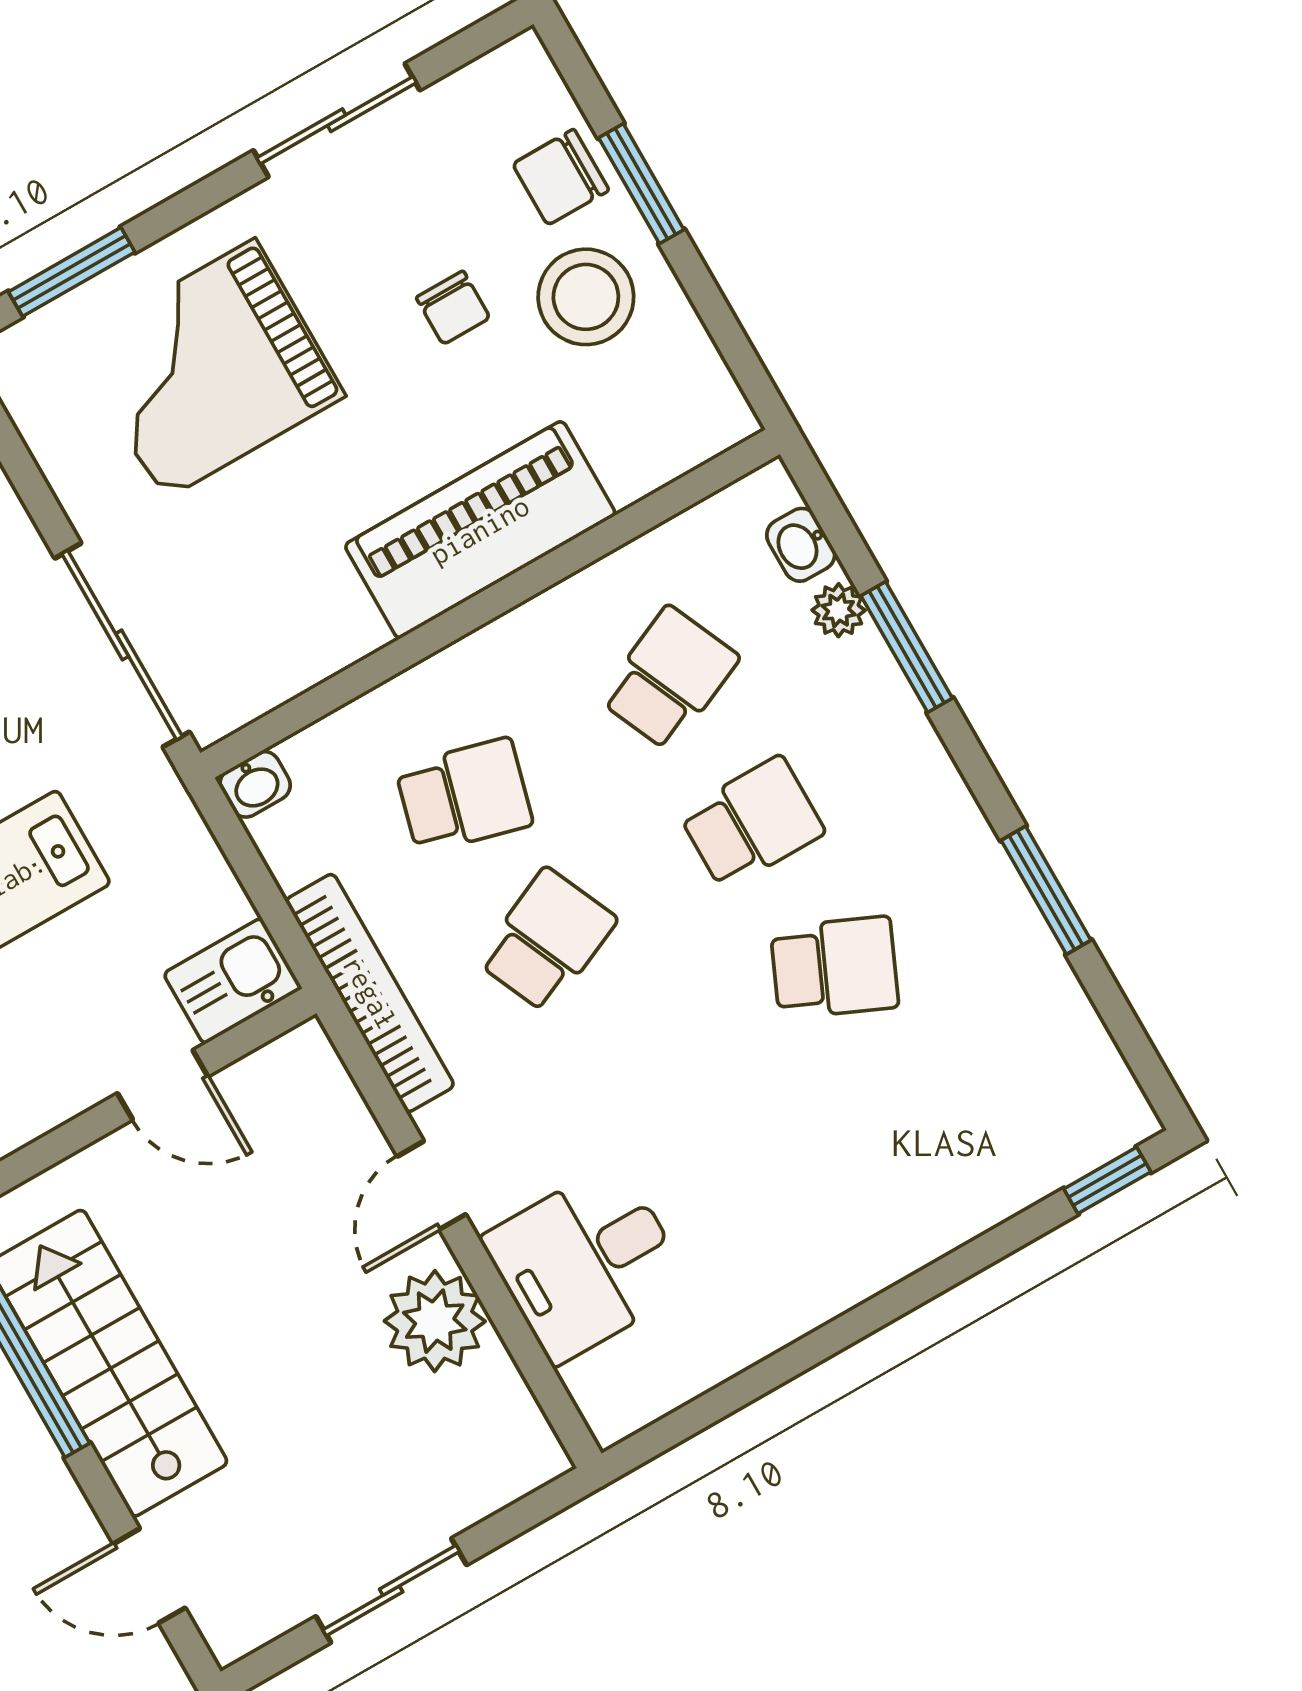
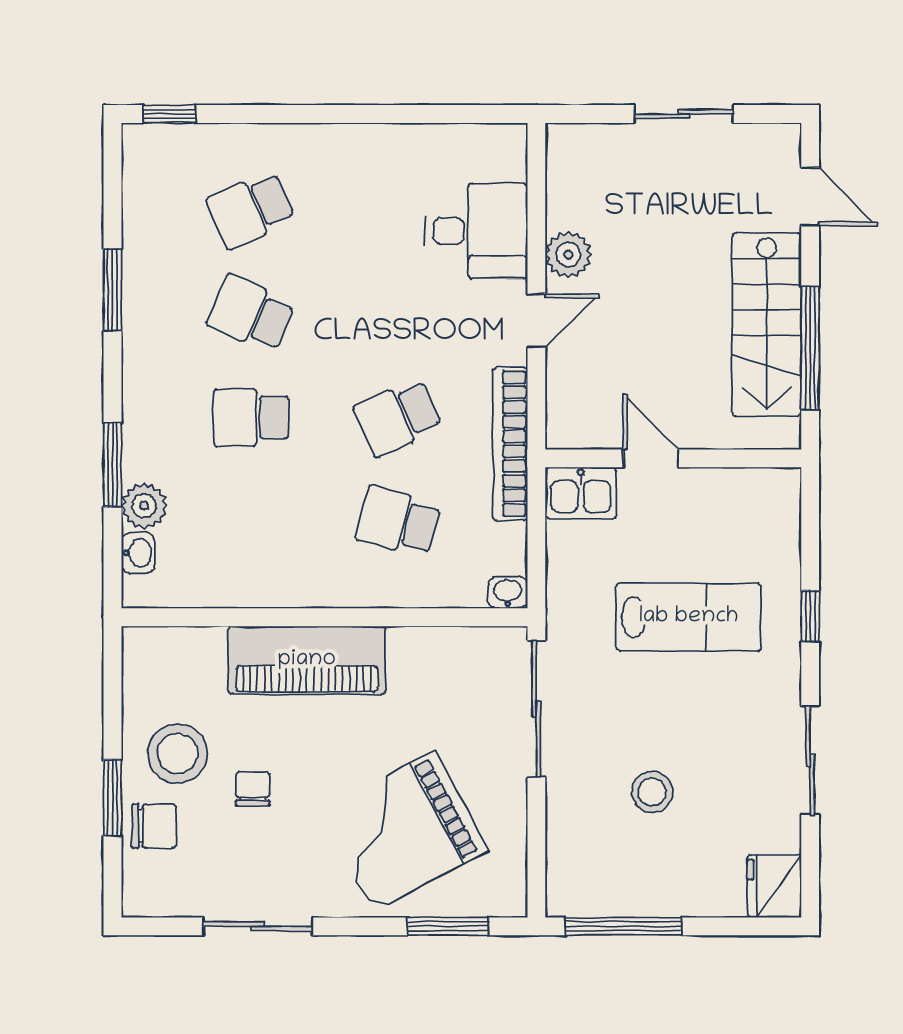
grand piano: (209, 369) -> (404, 831), turned 152
plant: (839, 610) -> (144, 506), width x1.38, depth x1.38
school desk: (669, 678) -> (251, 210), moved
plant: (435, 1321) -> (568, 255), width x0.73, depth x0.73

